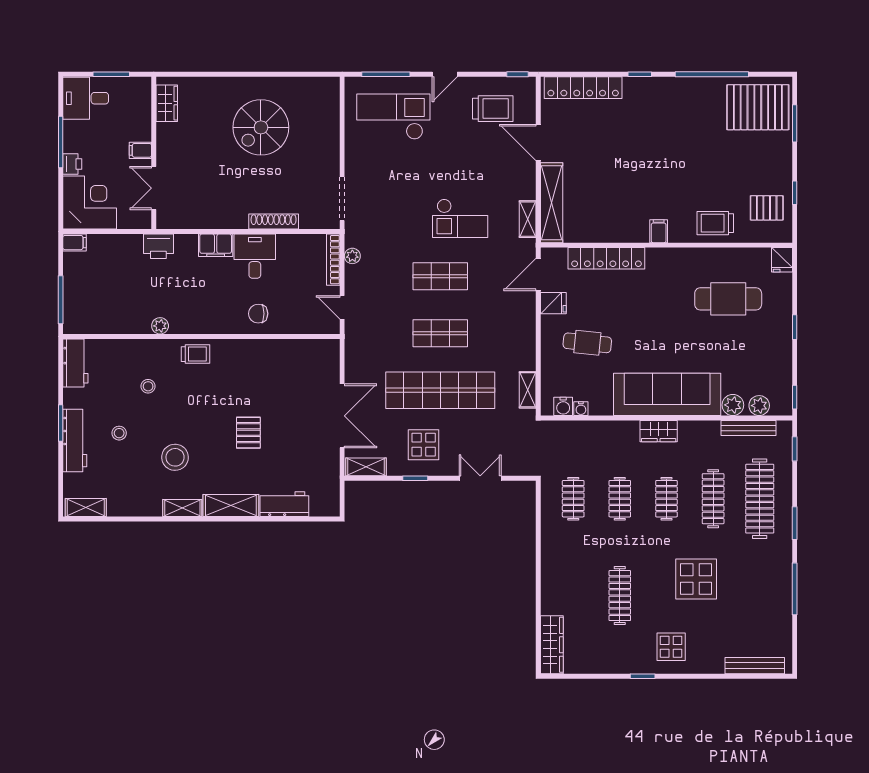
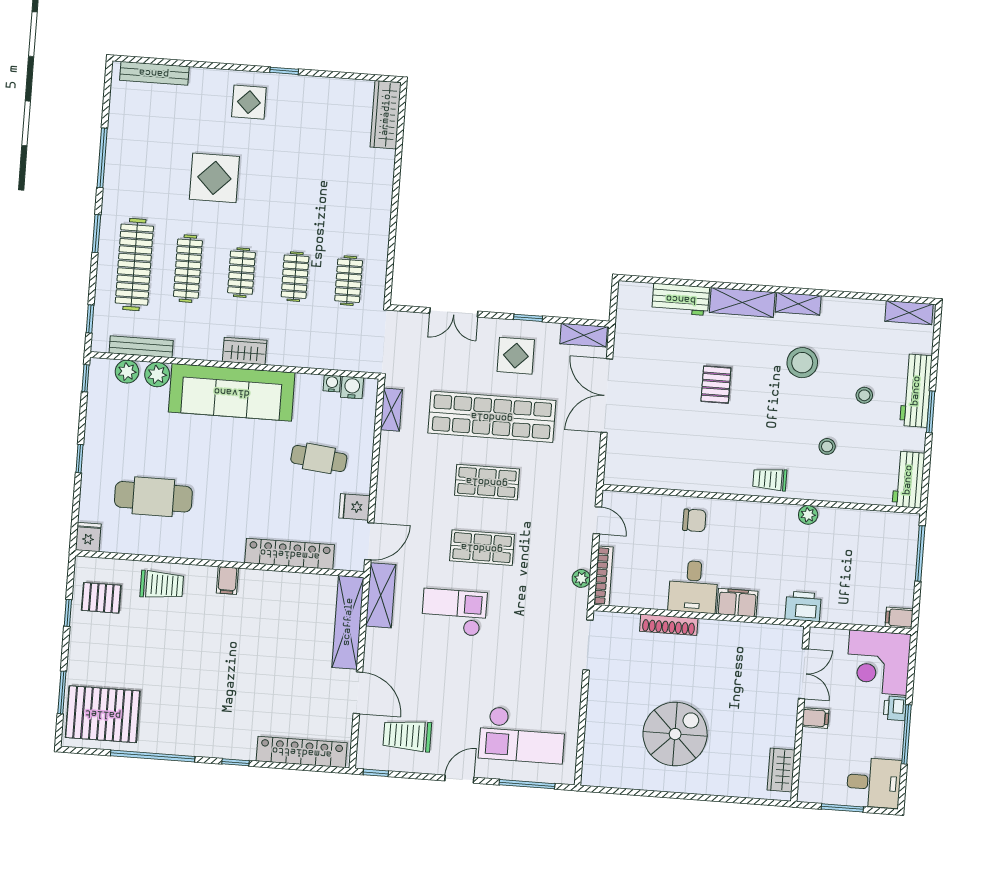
shelving: (528, 219) -> (381, 595), width x1.50, depth x1.33
clothes rail: (620, 596) -> (303, 165), removed

